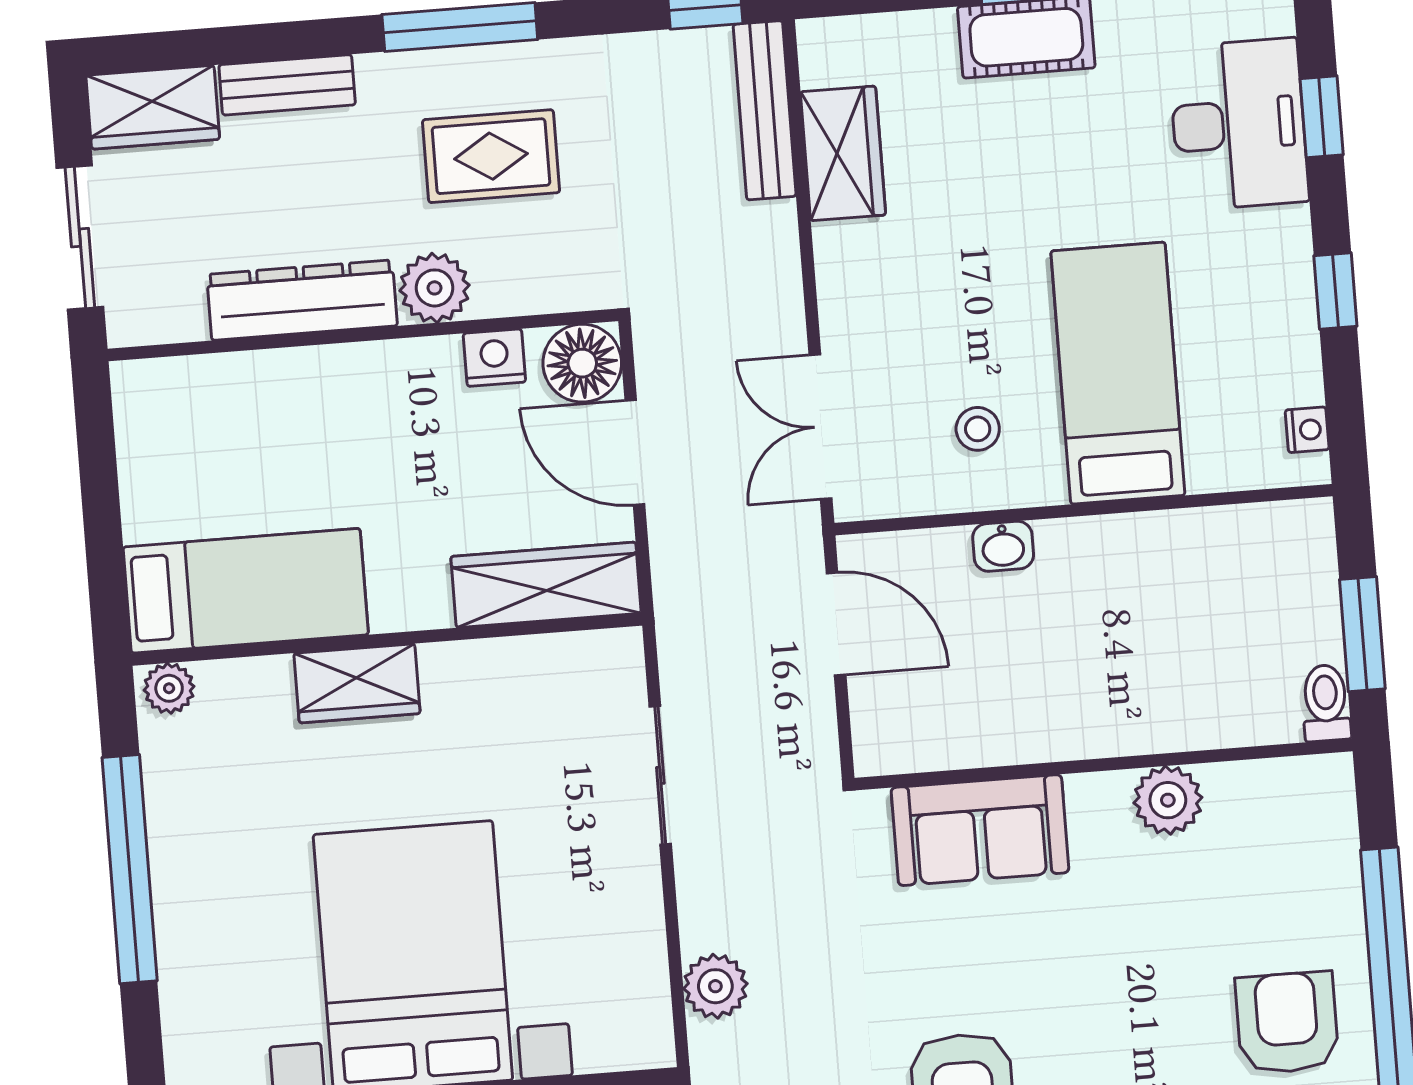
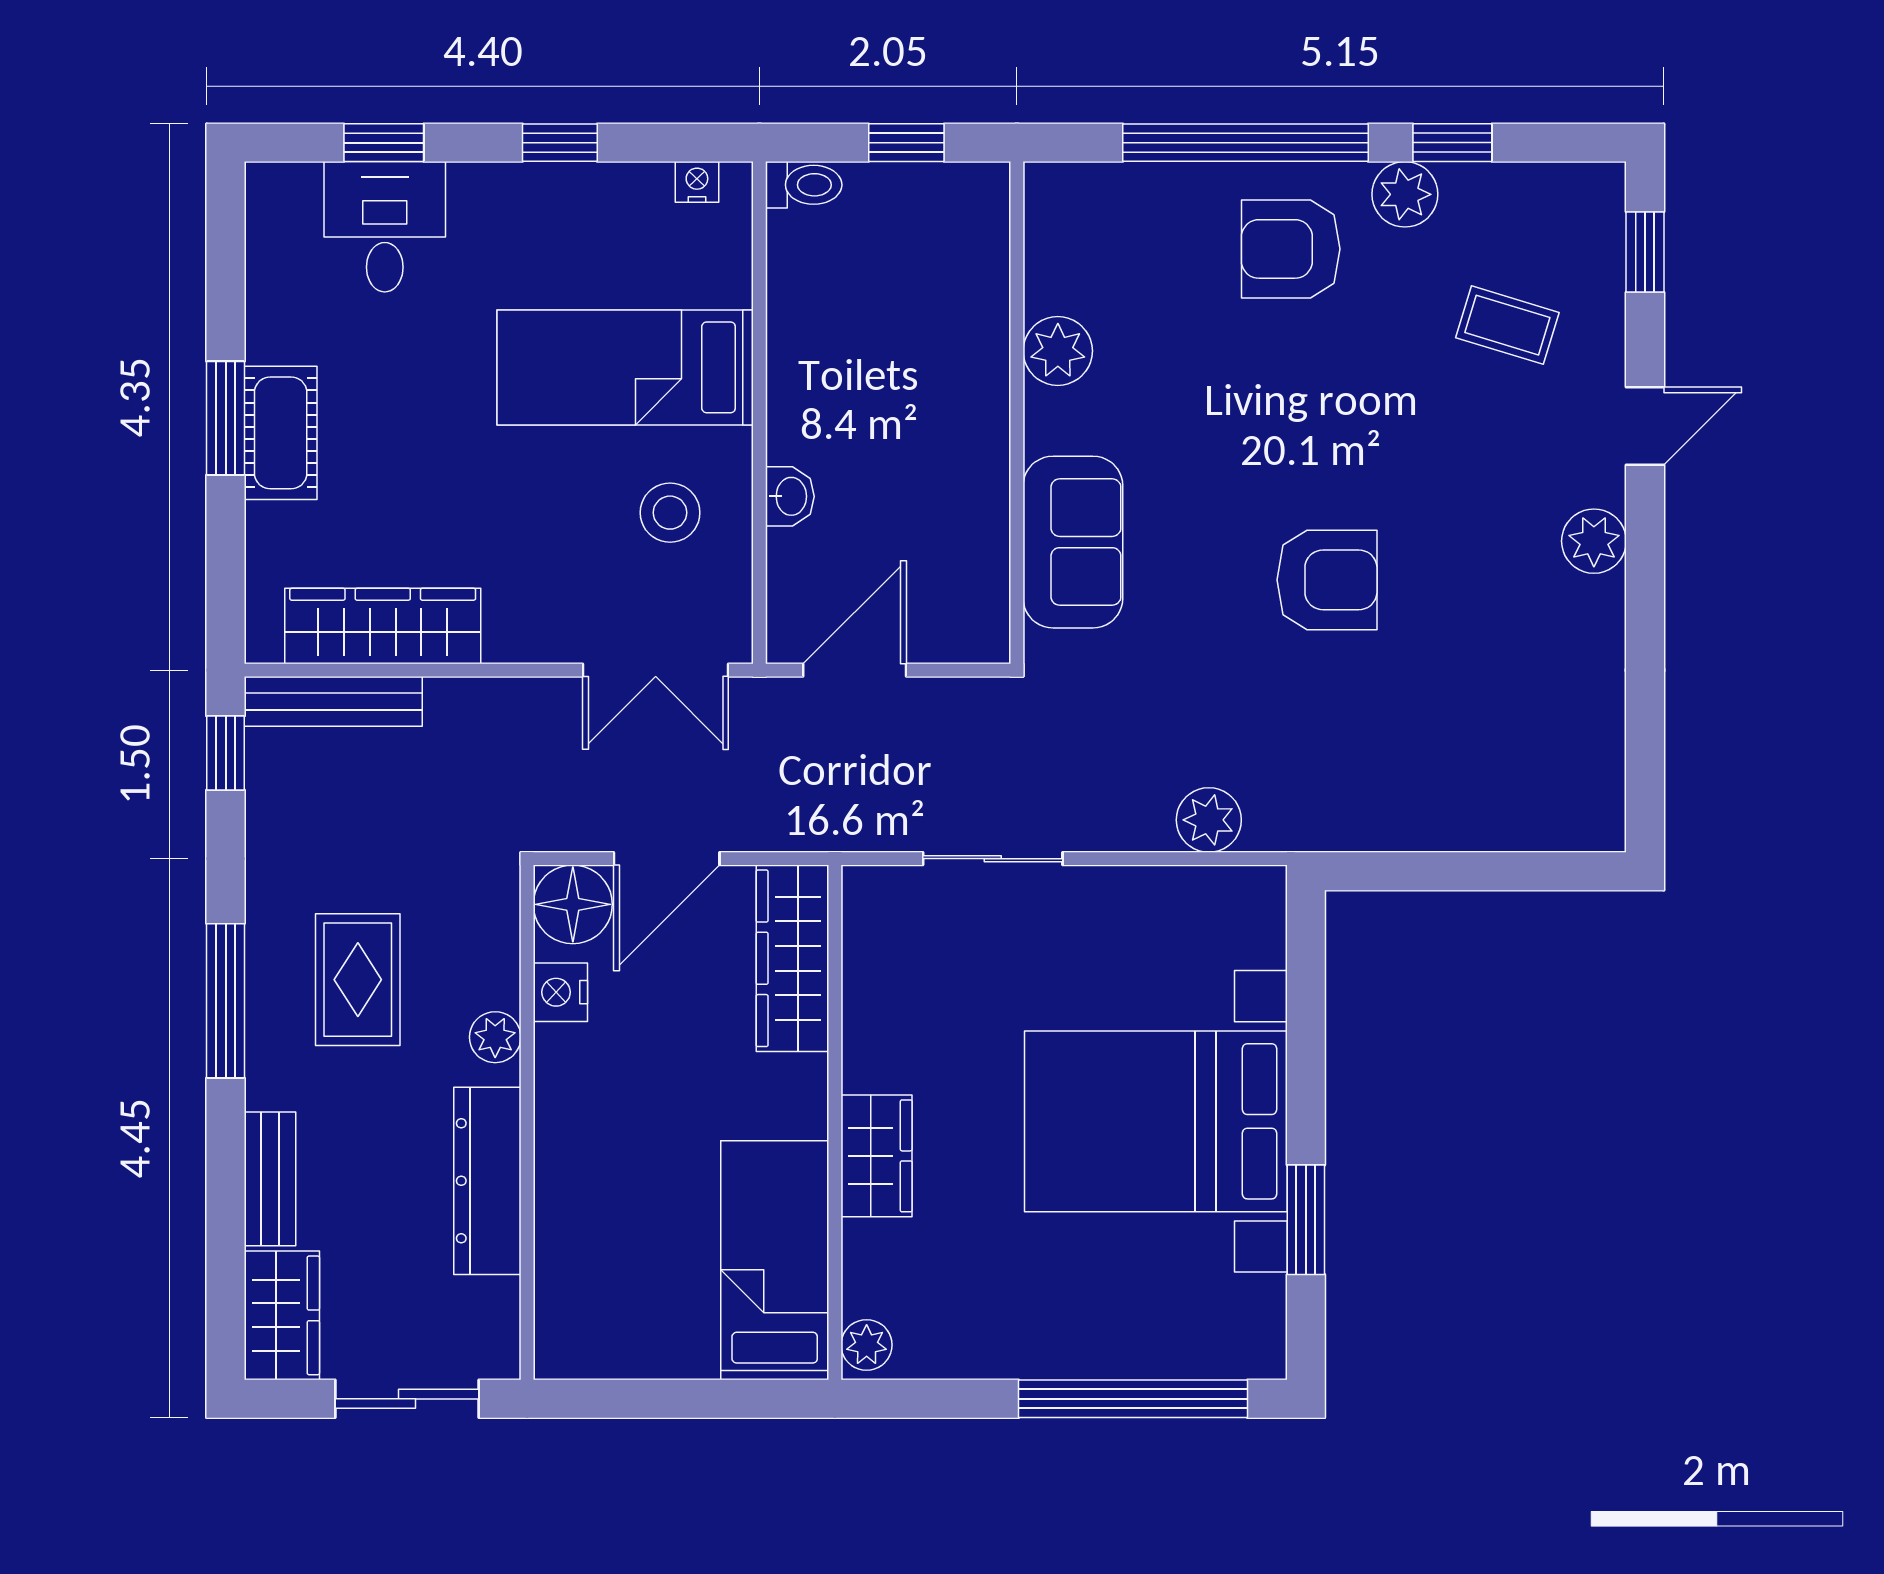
desk: (1238, 124) -> (385, 227), width x0.73
wardrobe: (843, 153) -> (383, 626), width x1.50
plant: (435, 288) -> (495, 1037), width x0.73, depth x0.73
stool: (978, 429) -> (670, 513), width x1.37, depth x1.37
window: (1362, 634) -> (906, 143), width x0.67
toilet: (1326, 703) -> (804, 185), moved, turned 180
window: (130, 869) -> (1133, 1399), moved

